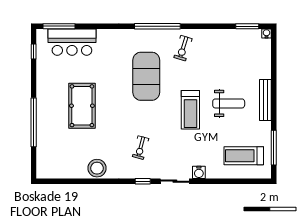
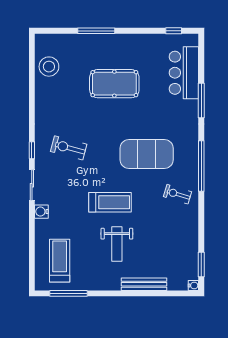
window: (59, 26) -> (201, 100), moved
bench: (265, 100) -> (144, 284), moved
treadmill: (190, 110) -> (110, 202), turned 180
window: (34, 122) -> (96, 31), width x0.68
exercise bike: (141, 148) -> (69, 148), width x1.38, depth x1.39
stool: (97, 168) -> (49, 67), moved

